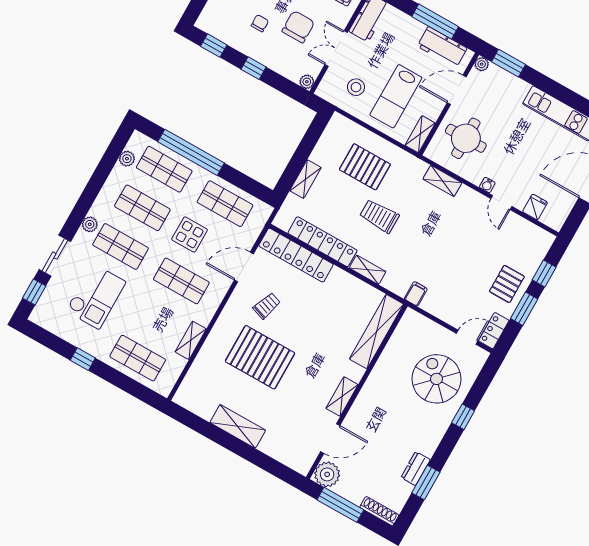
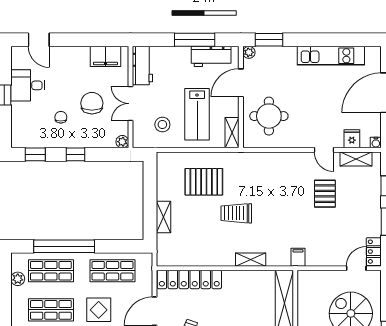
shelving: (442, 181) -> (356, 159), moved
water cooler: (487, 185) -> (376, 143), moved
locker: (322, 242) -> (204, 258), removed
pallet: (507, 284) -> (325, 194), moved

